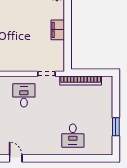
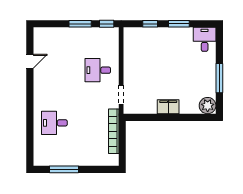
desk: (24, 95) -> (98, 70), turned 180
window: (116, 127) -> (64, 169), width x1.44

